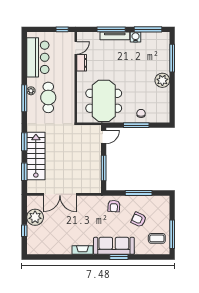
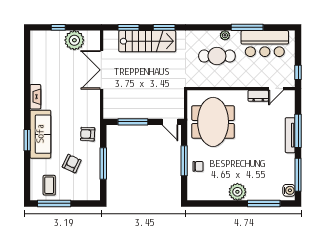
water cooler: (136, 37) -> (289, 190), moved
door: (76, 48) -> (276, 89), hinge flipped
window: (24, 98) -> (247, 27), moved
meeting table: (104, 101) -> (213, 122), turned 90

